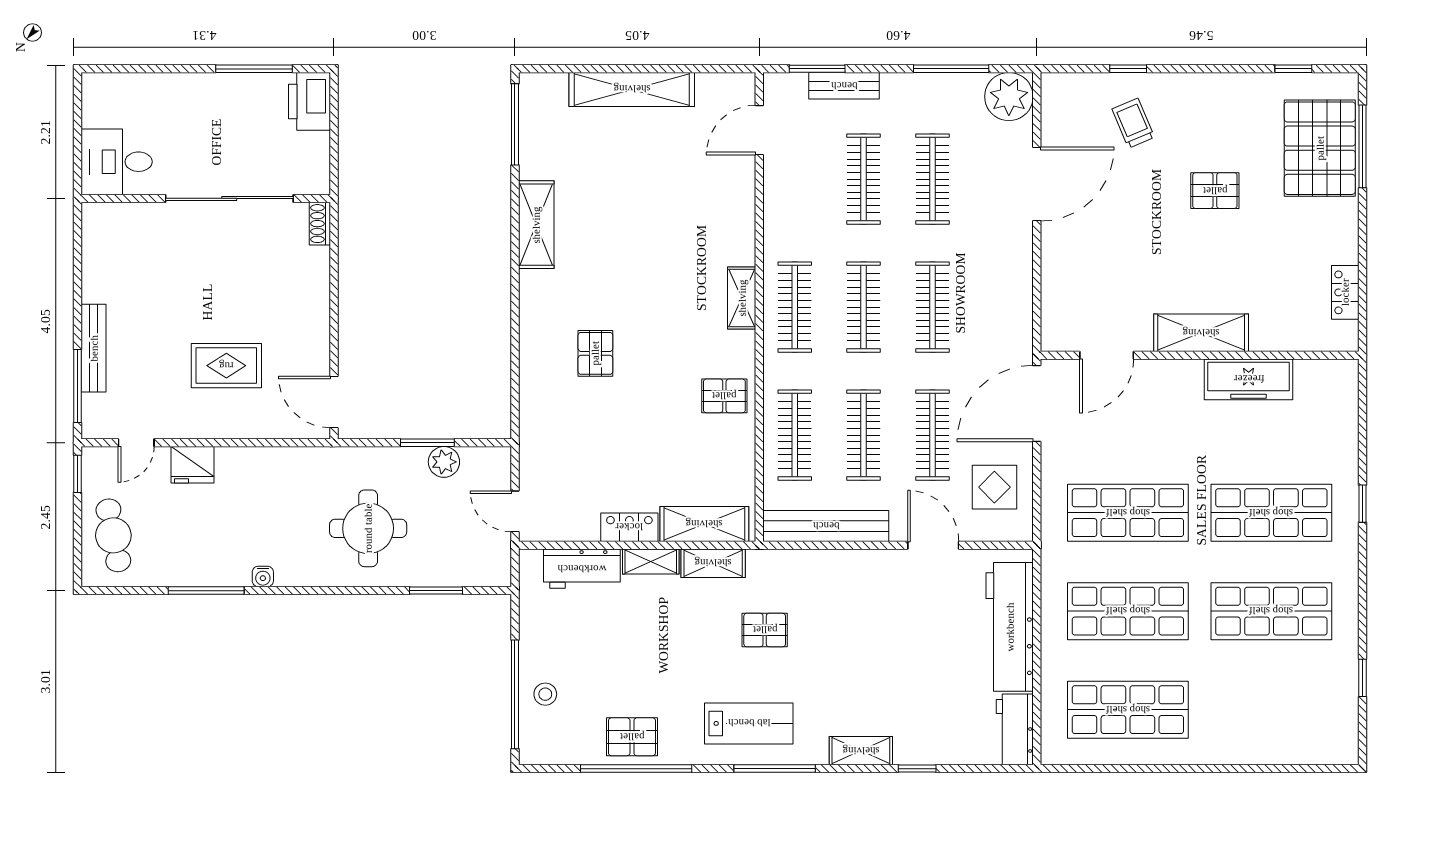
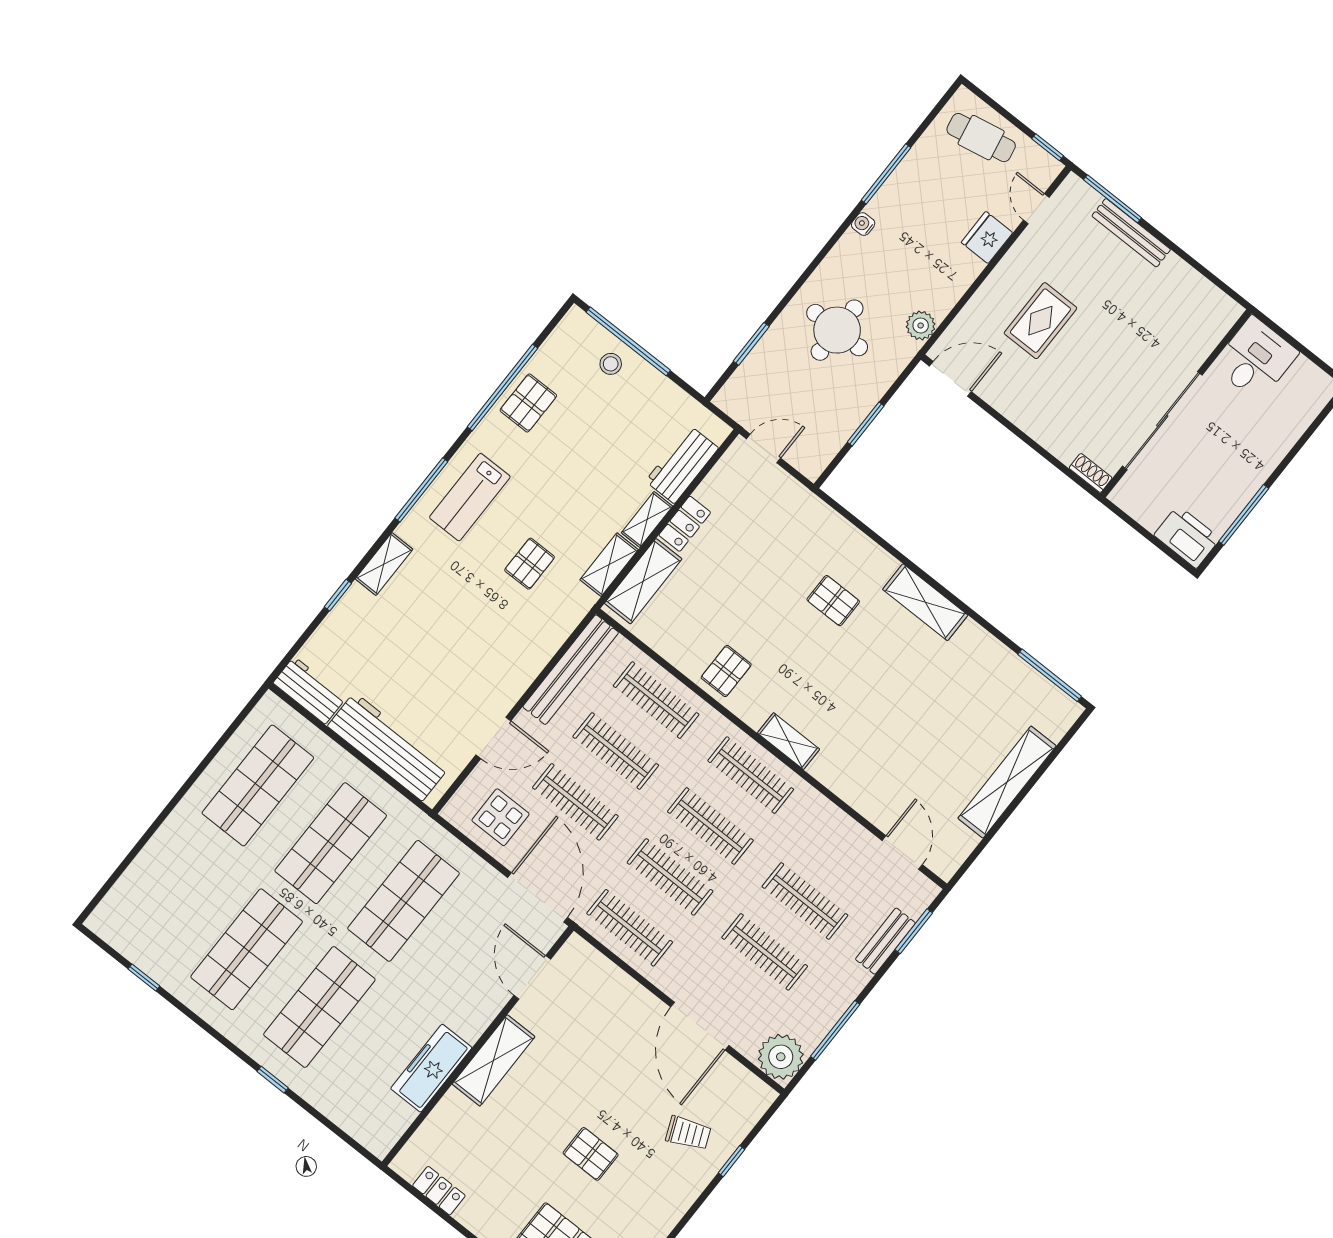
pallet: (1215, 191) -> (591, 1154), turned 90
shelving: (536, 225) -> (925, 602), moved
clothes rail: (1001, 307) -> (630, 928), added
plant: (444, 462) -> (921, 325), moved

